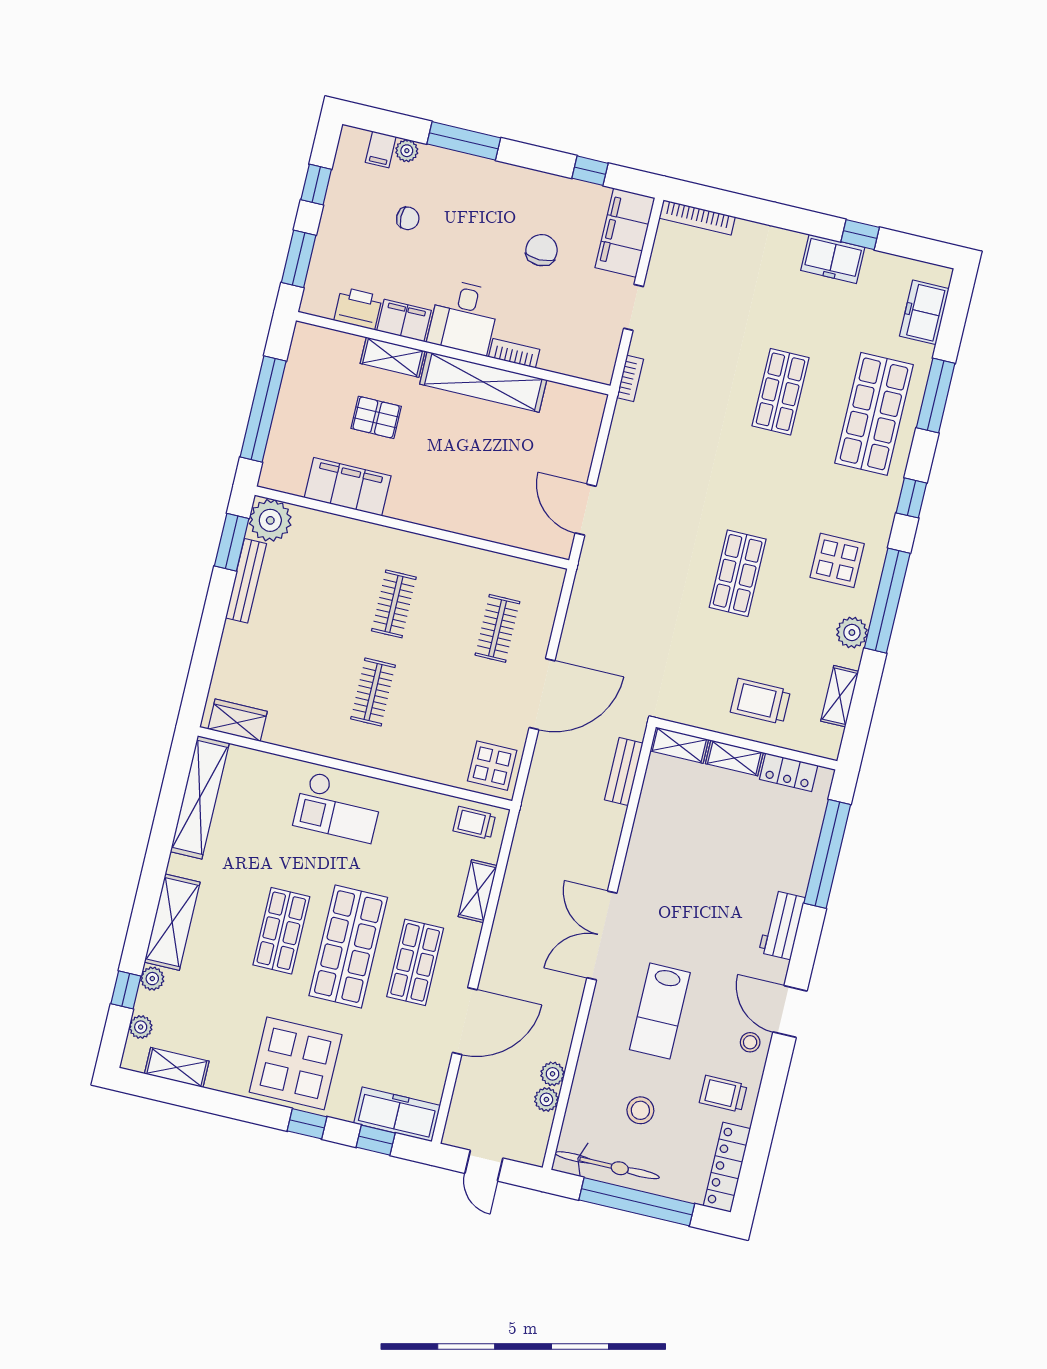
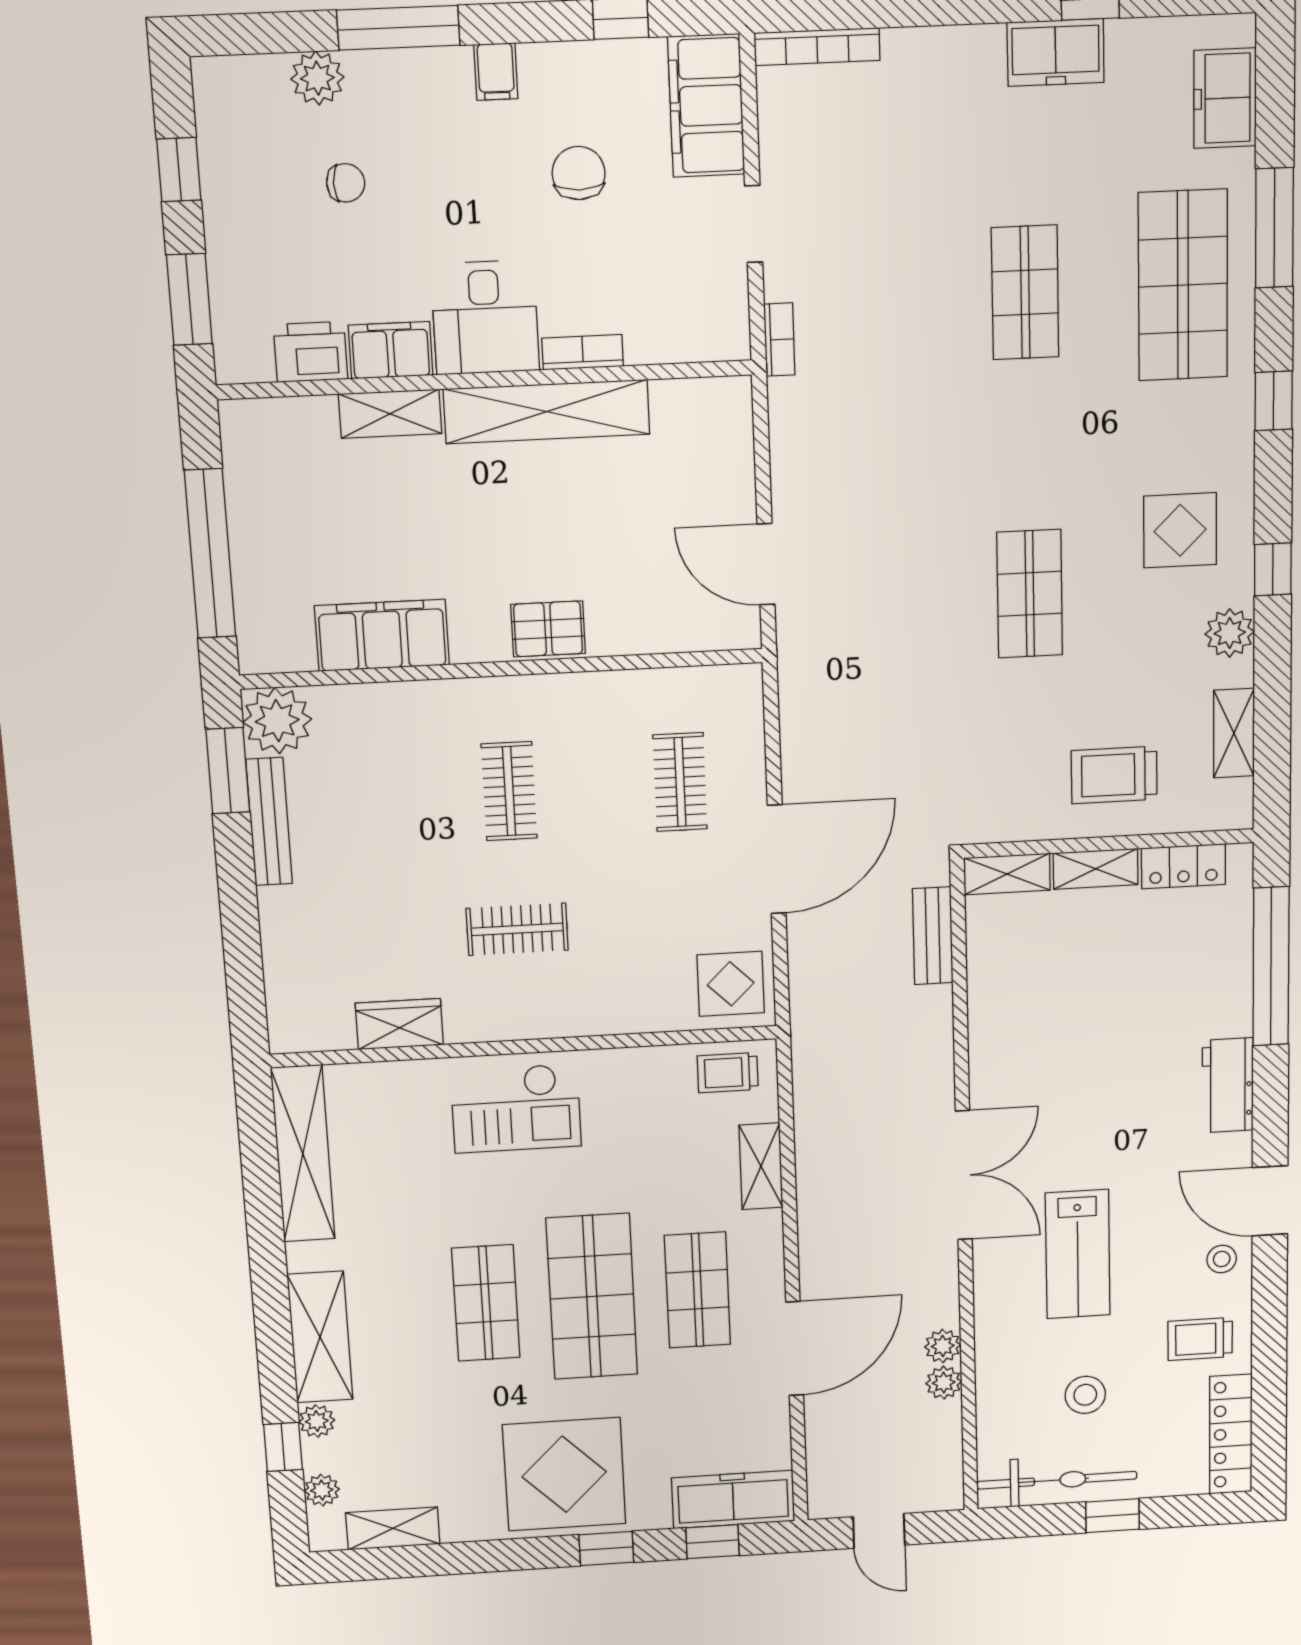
filing cabinet: (381, 149) -> (496, 72), moved
plant: (407, 151) -> (317, 78), width x1.38, depth x1.38
pallet: (376, 417) -> (548, 629), moved
window: (887, 601) -> (1273, 569), width x0.32
clothes rail: (373, 692) -> (517, 929), turned 90
wardrobe: (238, 720) -> (399, 1024), moved
double door: (602, 935) -> (964, 1175), swing flipped
plant: (546, 1099) -> (943, 1346), moved
window: (637, 1202) -> (1113, 1516), width x0.32

